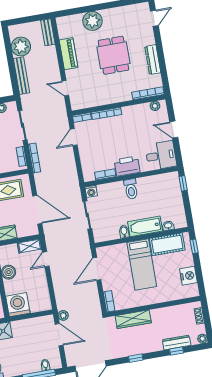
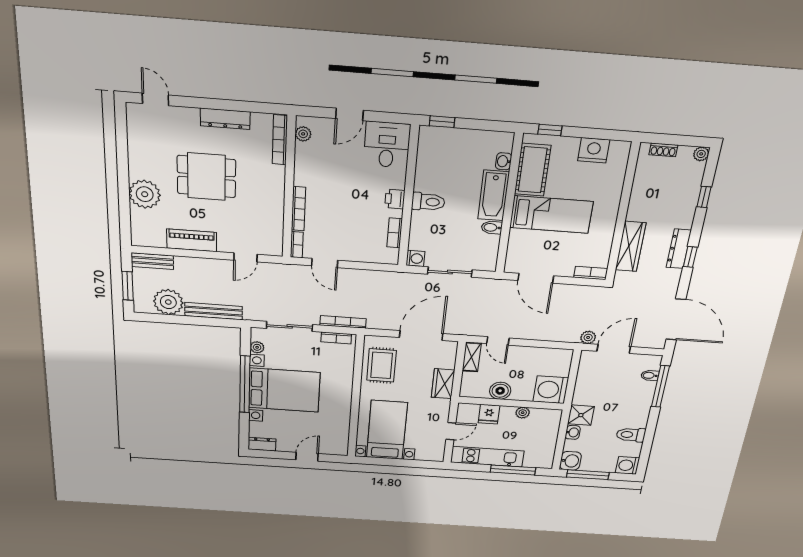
window: (26, 20) -> (128, 286), added
printer: (127, 166) -> (395, 199), width x0.53, depth x0.68
dresser: (177, 342) -> (679, 249), moved

